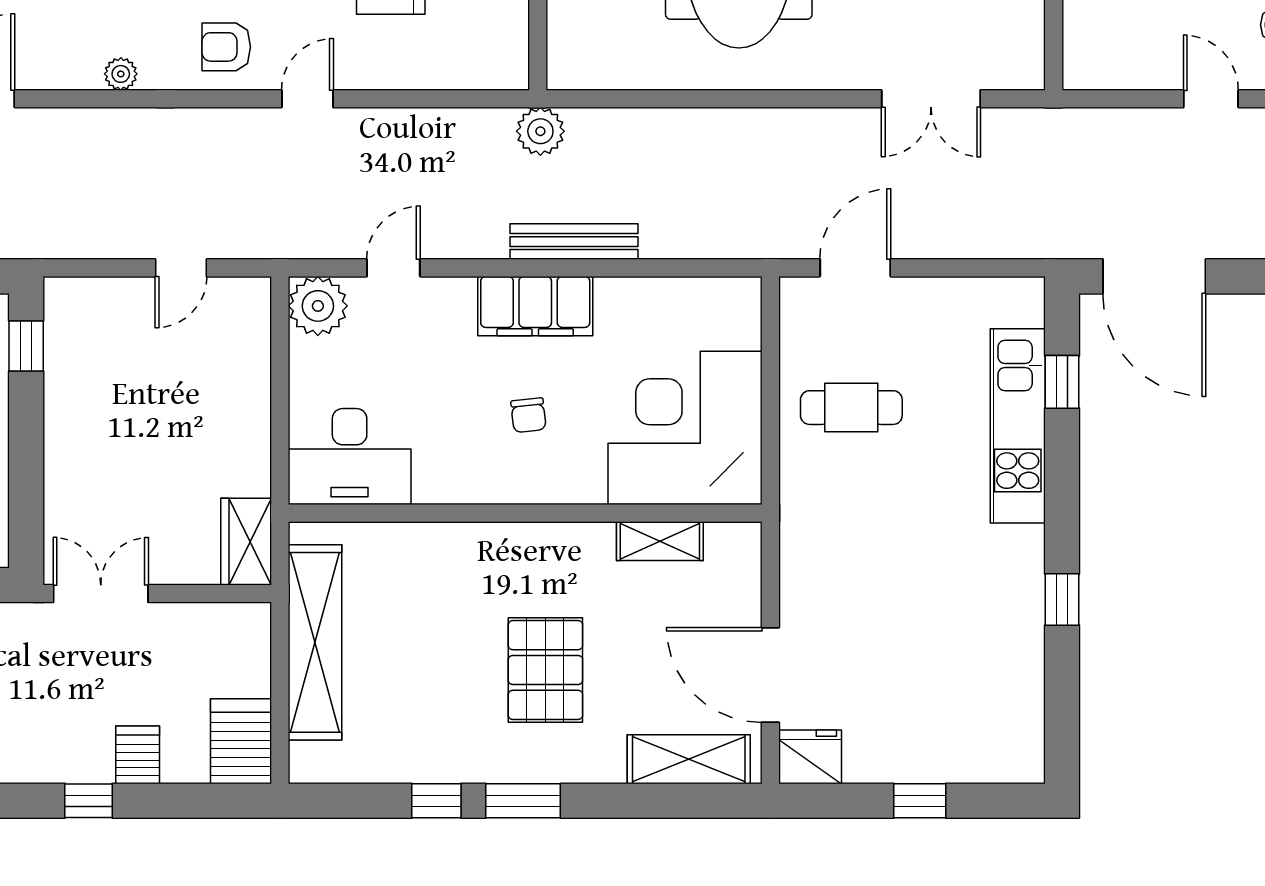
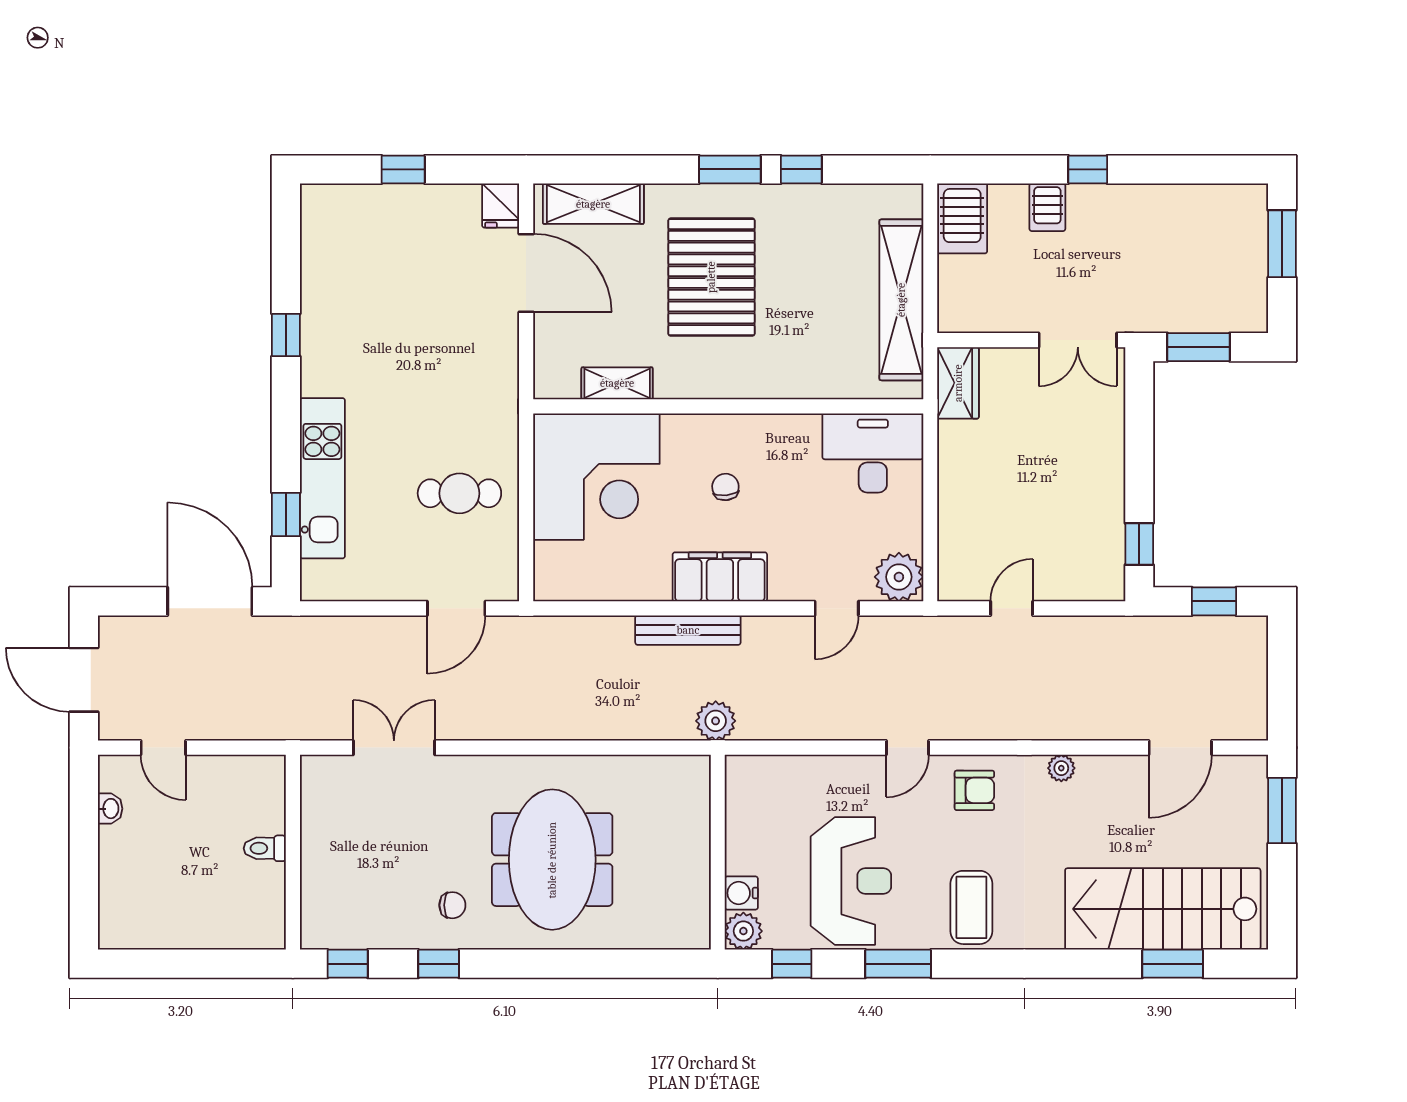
pallet: (545, 670) -> (711, 277), width x1.37, depth x1.41
fridge: (810, 757) -> (501, 206), width x0.72

